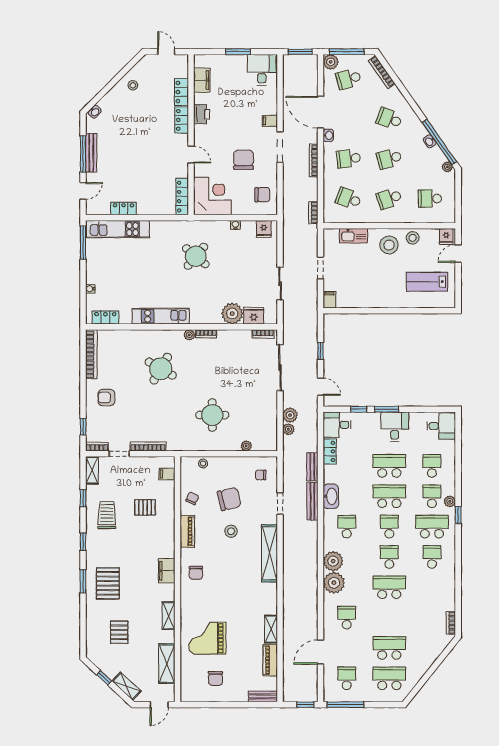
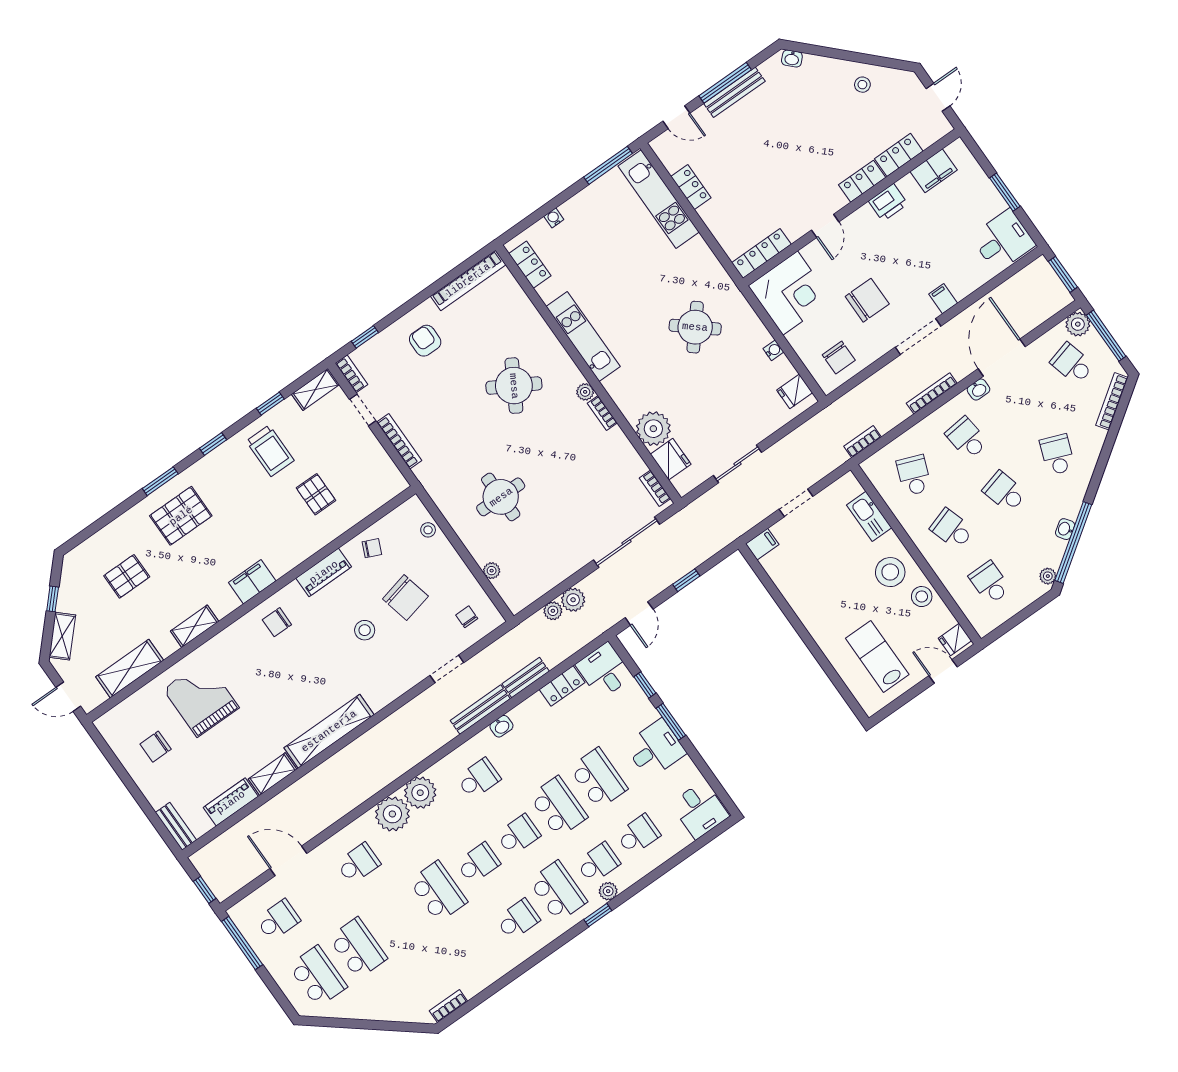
filing cabinet: (167, 474) -> (381, 492), removed
washbasin: (331, 496) -> (501, 726), width x0.52, depth x0.69
trolley: (107, 515) -> (270, 451), turned 90
shelving: (269, 553) -> (329, 731), moved

